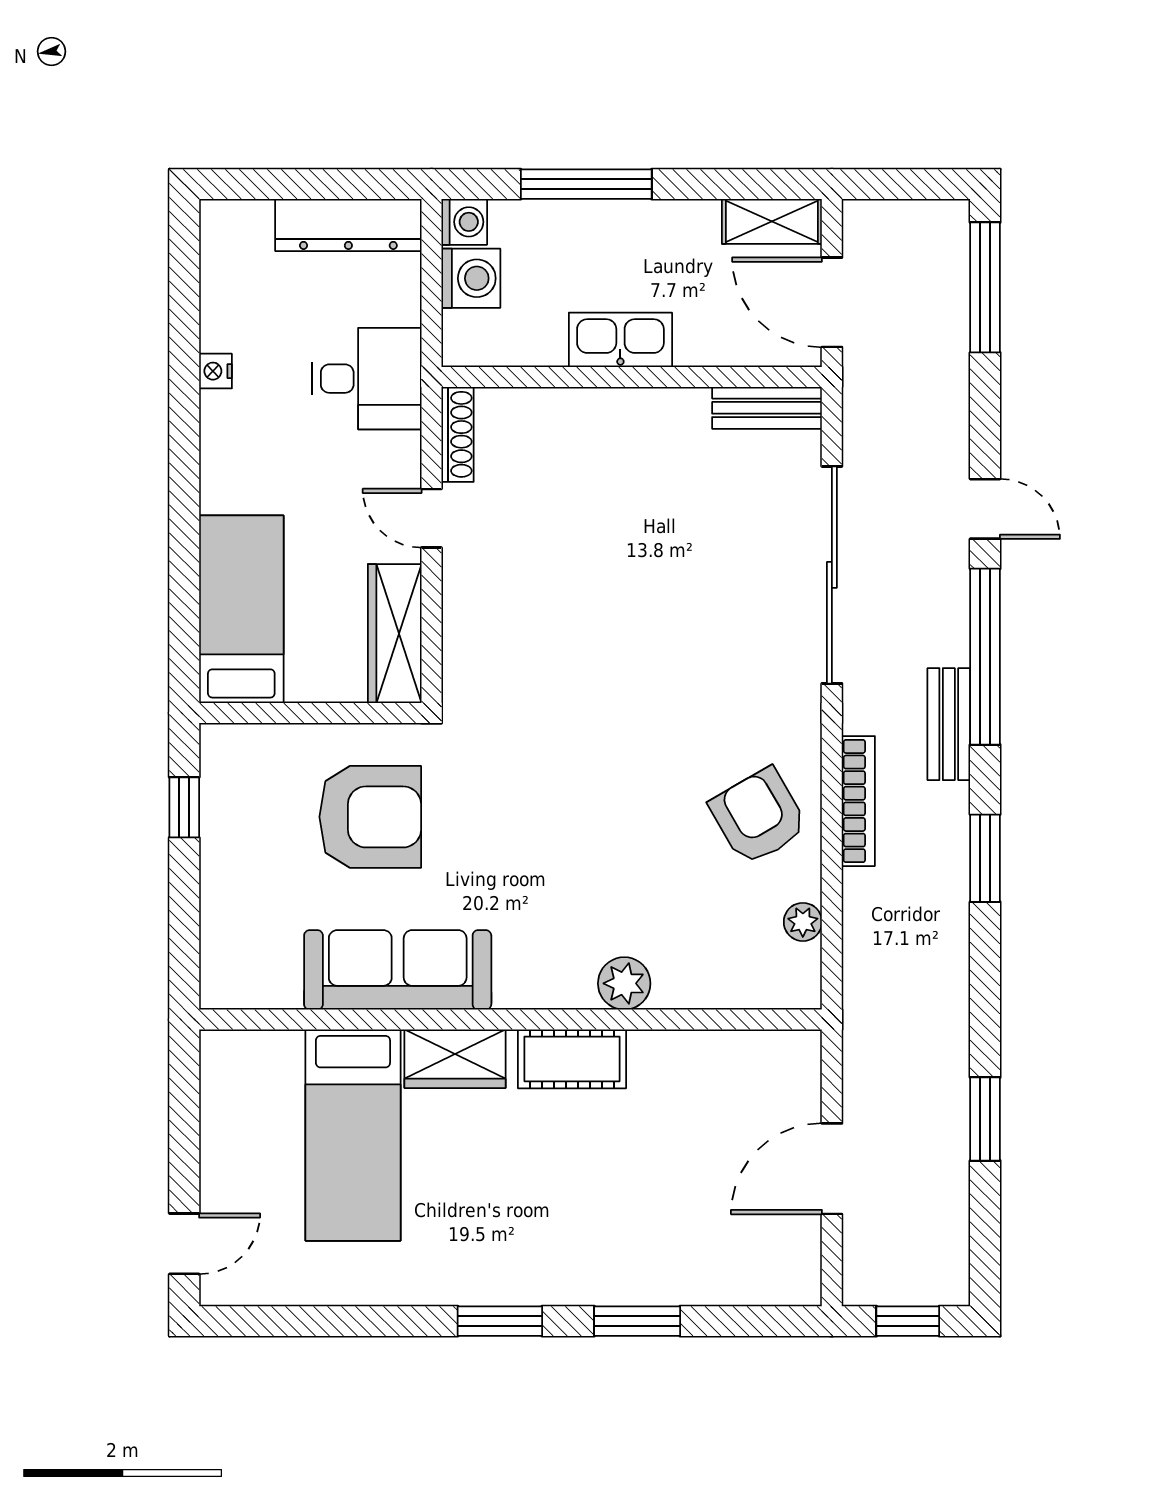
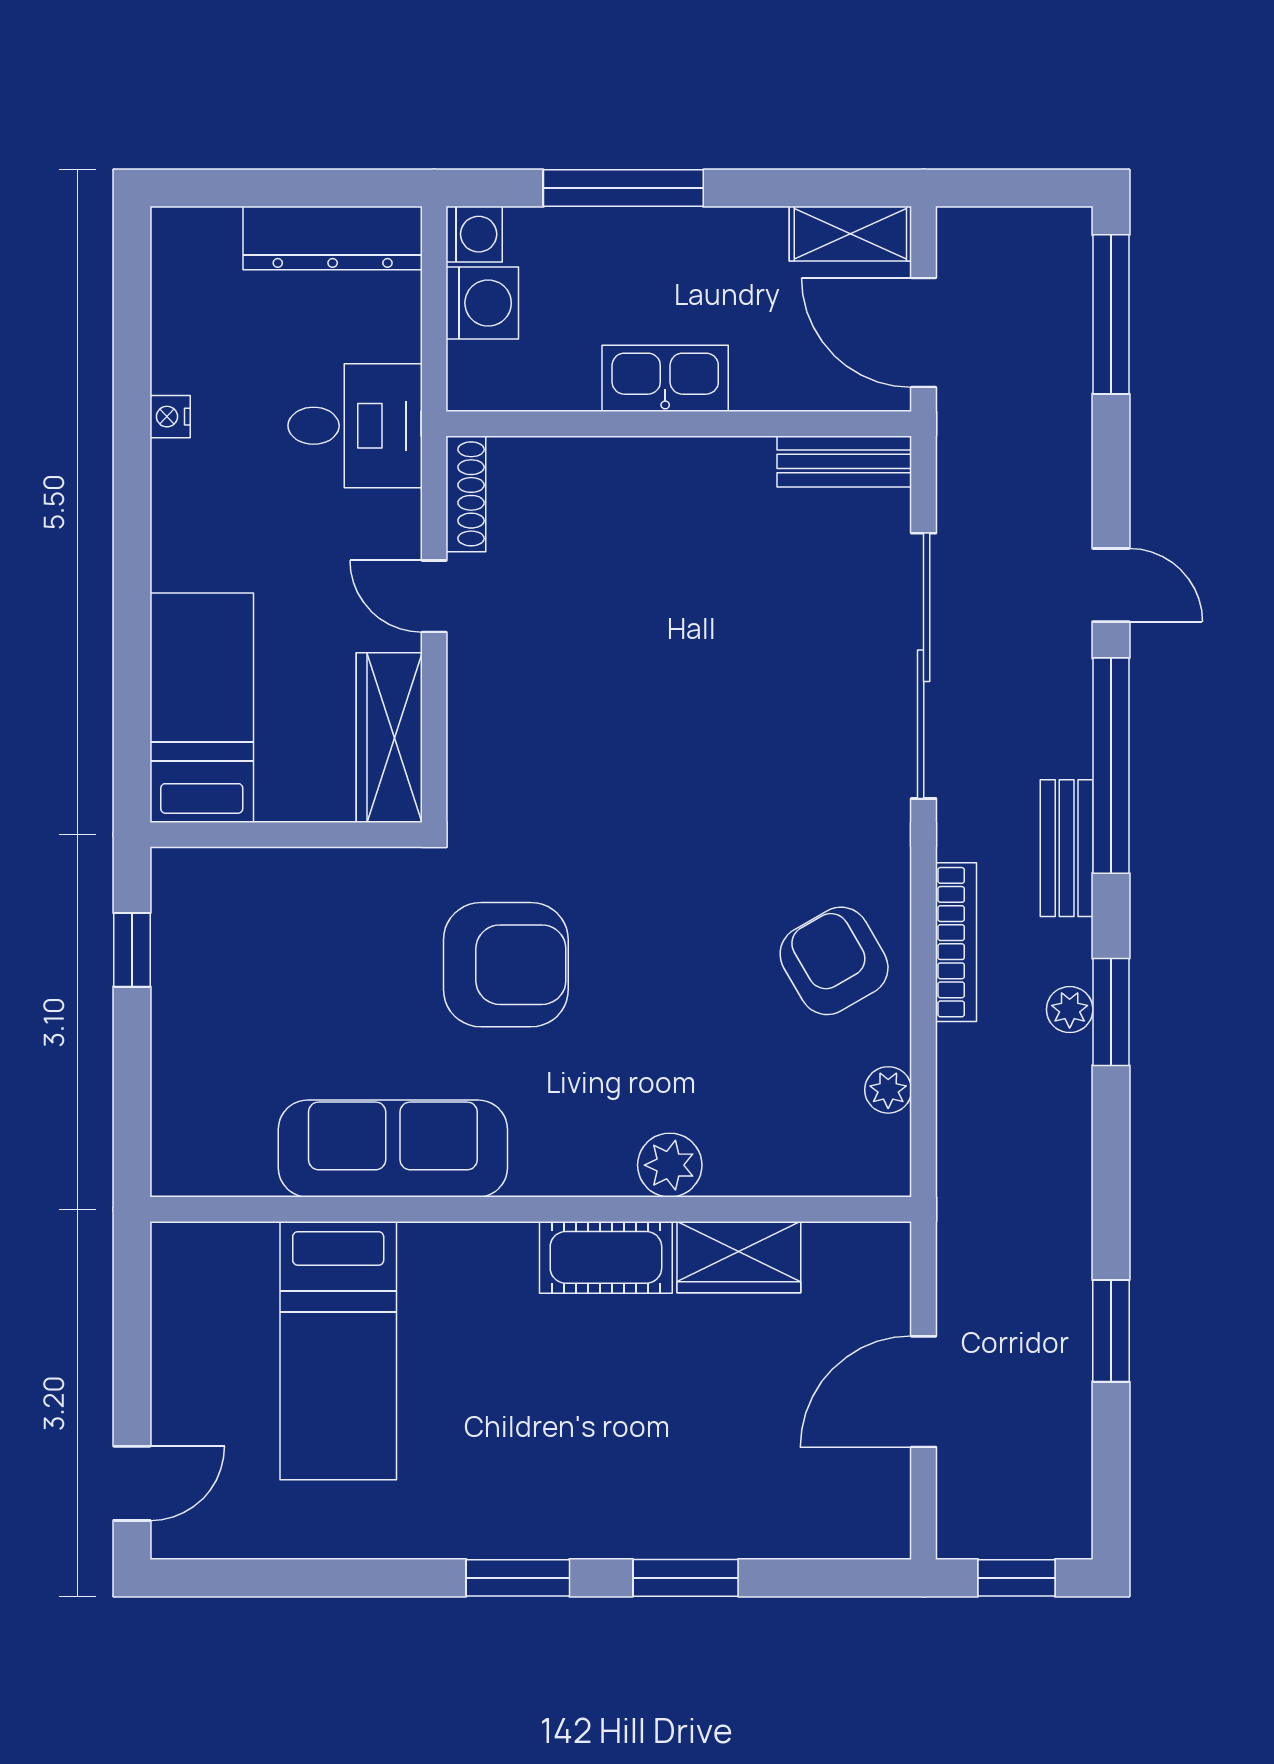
armchair: (370, 817) -> (506, 965), moved
plant: (951, 856) -> (1070, 1010), added
wardrobe: (455, 1059) -> (739, 1257), moved

